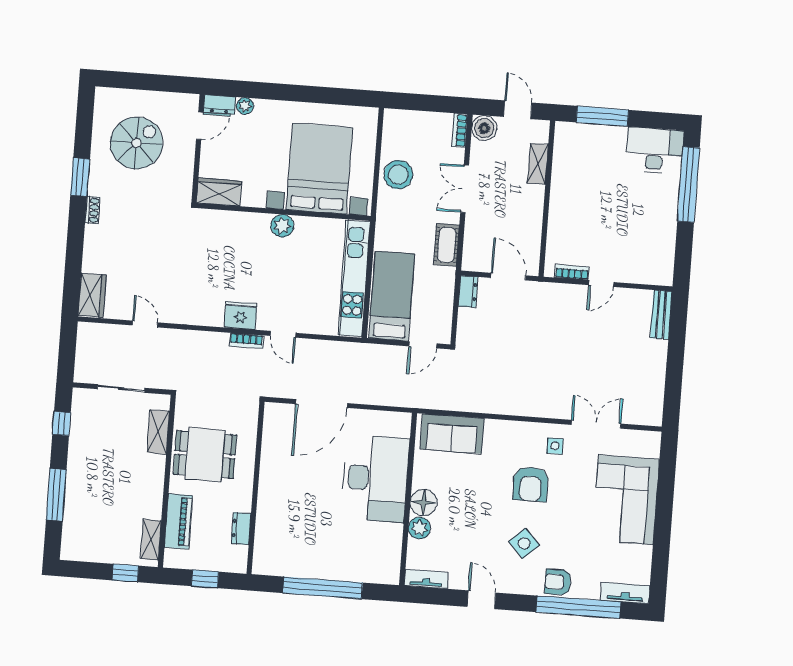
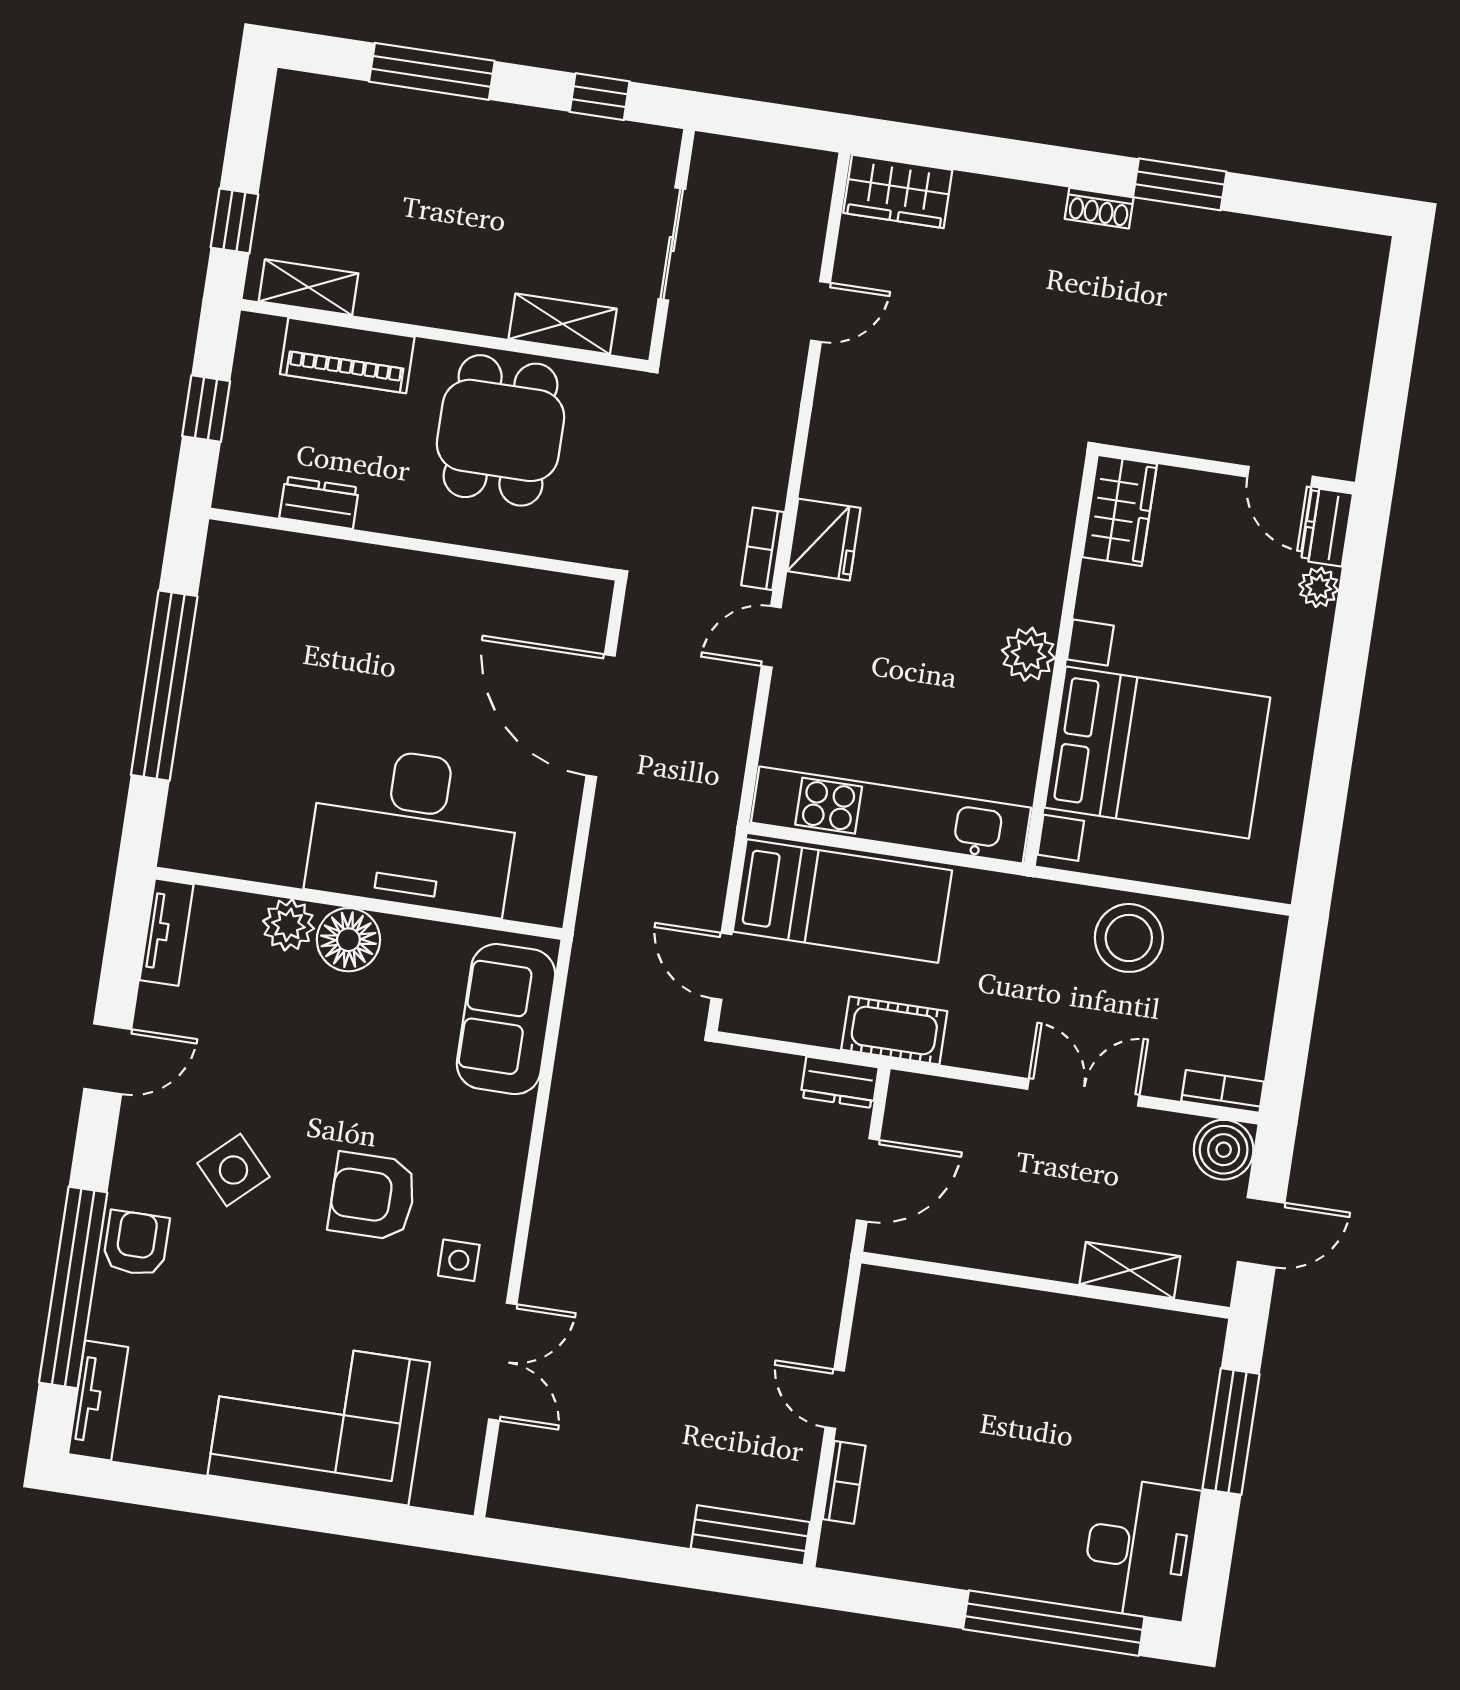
spiral stairs: (136, 143) -> (1250, 324), removed
cot: (446, 245) -> (894, 1030), moved
bookcase: (572, 272) -> (844, 1482), moved

